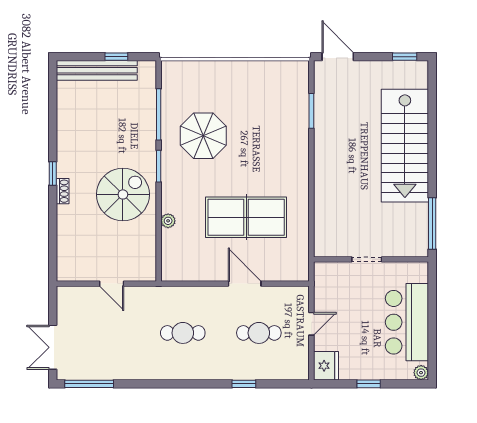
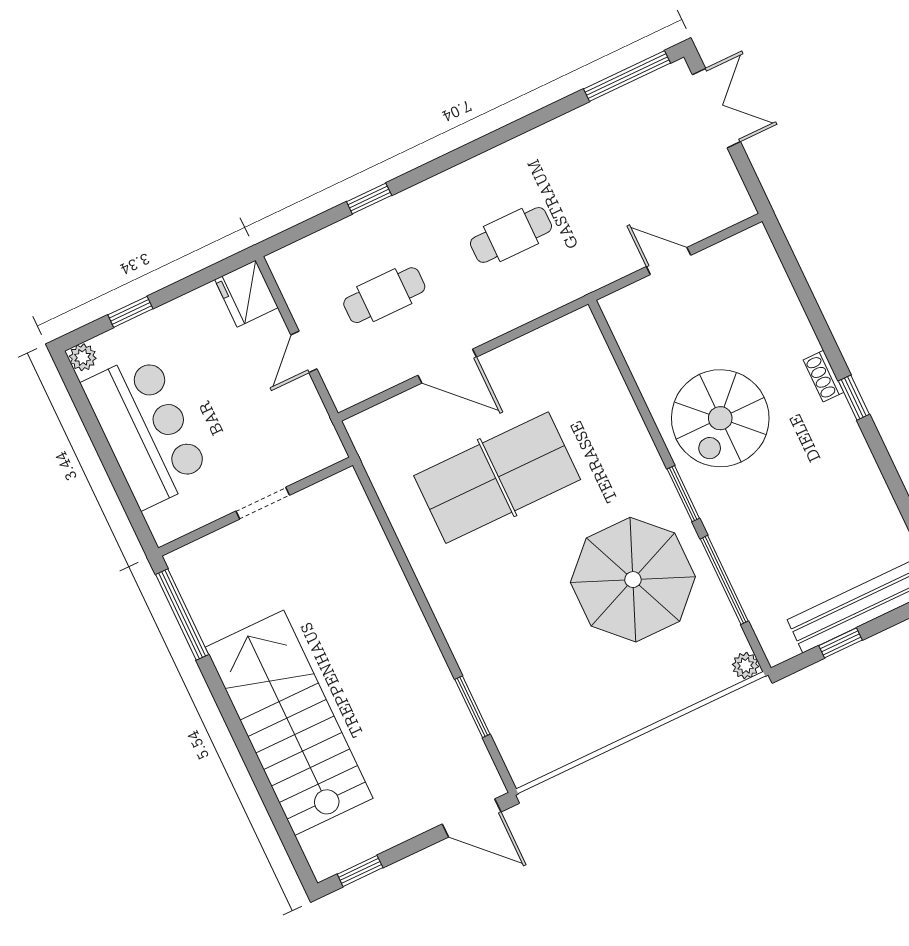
parasol: (203, 136) -> (633, 580), width x1.36, depth x1.36
plant: (168, 221) -> (746, 666), moved
window: (369, 384) -> (130, 312), moved

